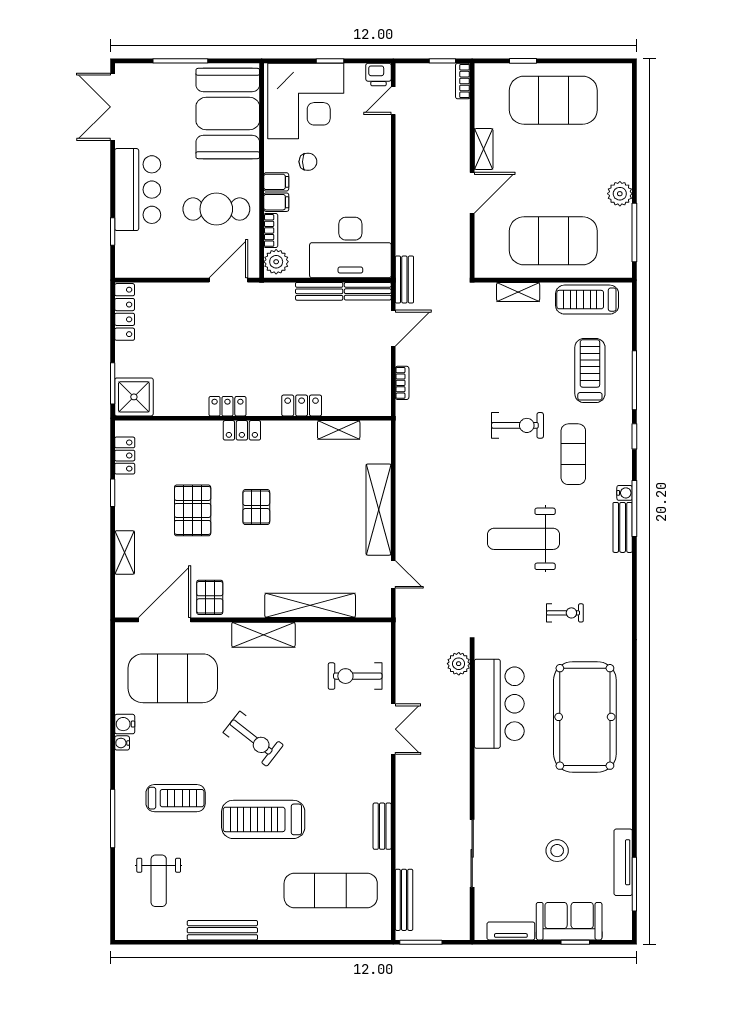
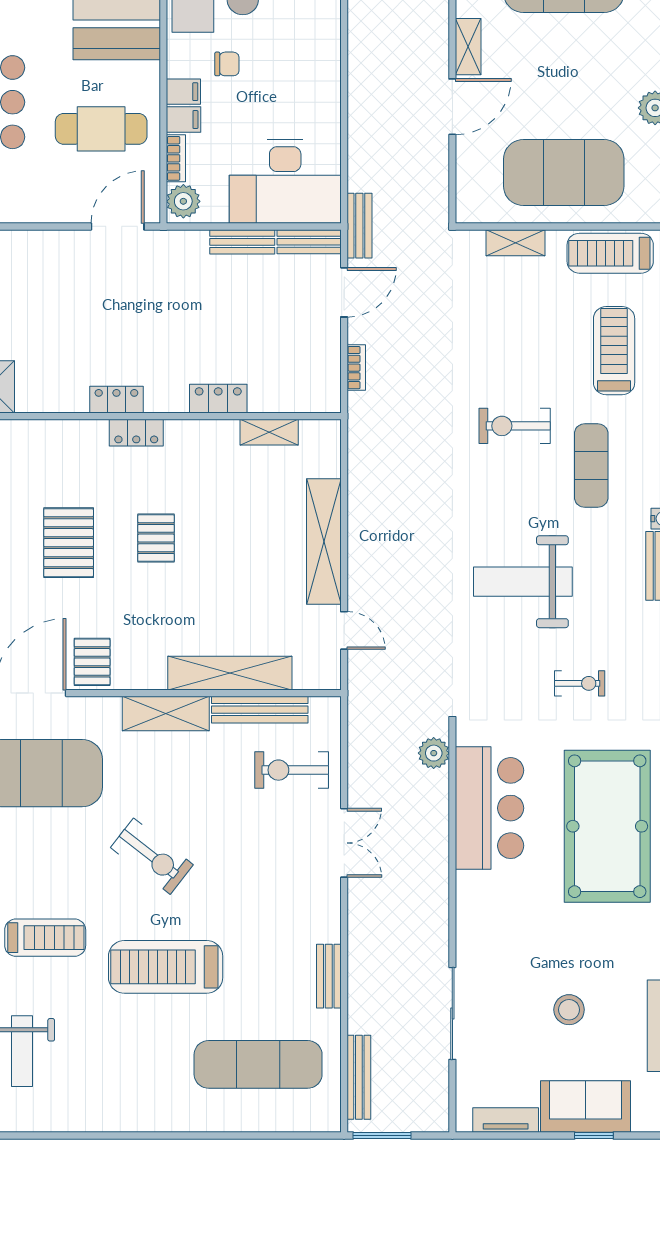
exercise bike: (517, 425) -> (515, 426), turned 180
bench: (222, 930) -> (260, 710), moved

